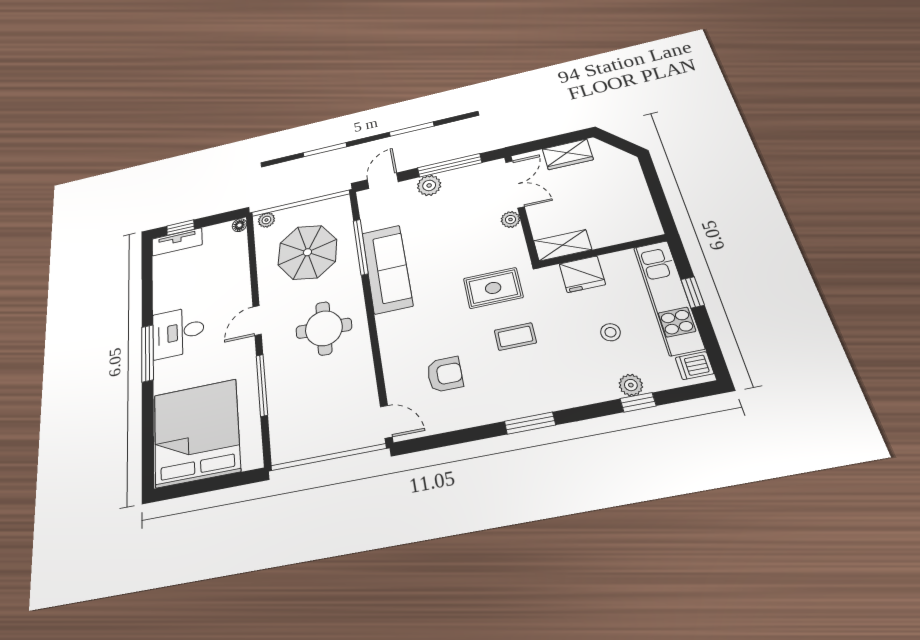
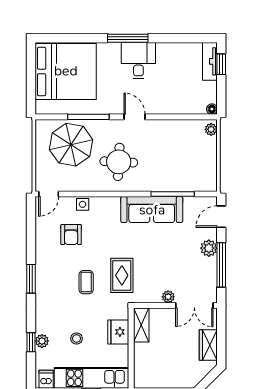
door: (383, 181) -> (221, 217), swing flipped
parasol: (307, 252) -> (71, 145), moved
side table: (395, 367) -> (83, 204), added

